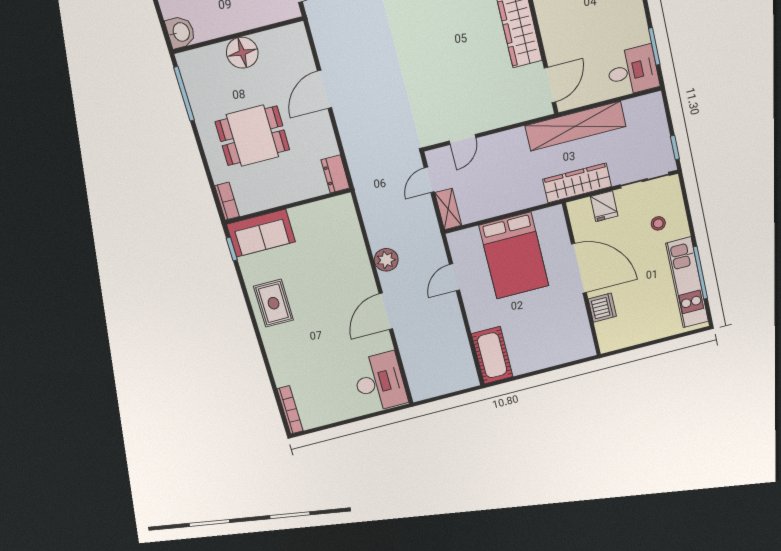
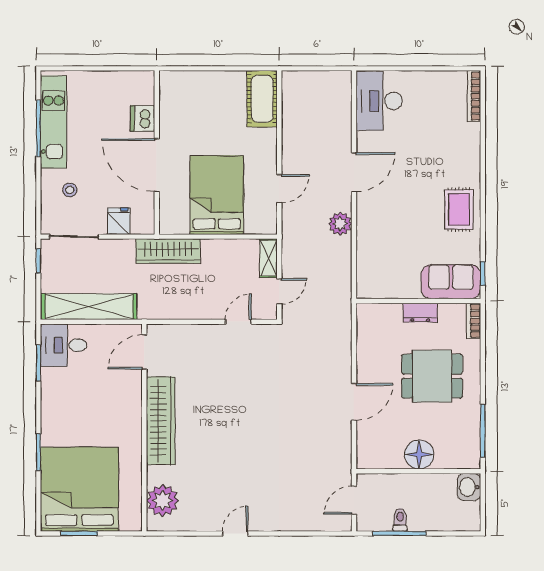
shelving: (576, 126) -> (89, 307), moved
dresser: (335, 174) -> (420, 313), moved, turned 90
wardrobe: (577, 183) -> (168, 251), moved

